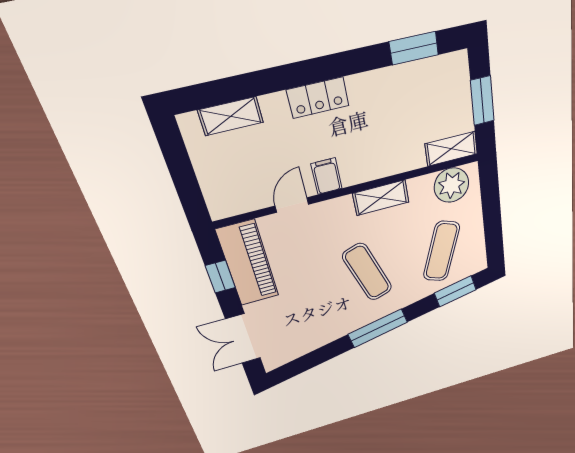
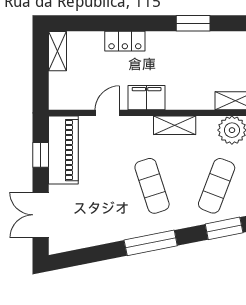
window: (414, 48) -> (193, 23), moved
locker: (318, 98) -> (125, 41), moved
shelving: (231, 116) -> (57, 51), moved, turned 90
filing cabinet: (327, 176) -> (147, 98), width x2.00

